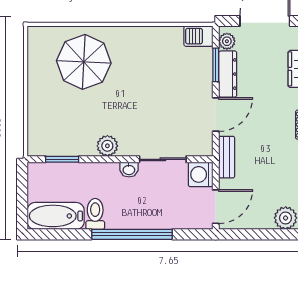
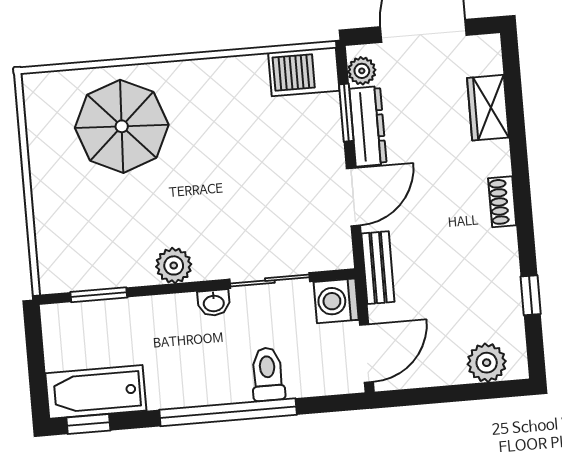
barbecue: (198, 36) -> (304, 72), width x1.38, depth x1.27
toilet: (95, 214) -> (268, 374), moved
window: (50, 234) -> (88, 424), added

